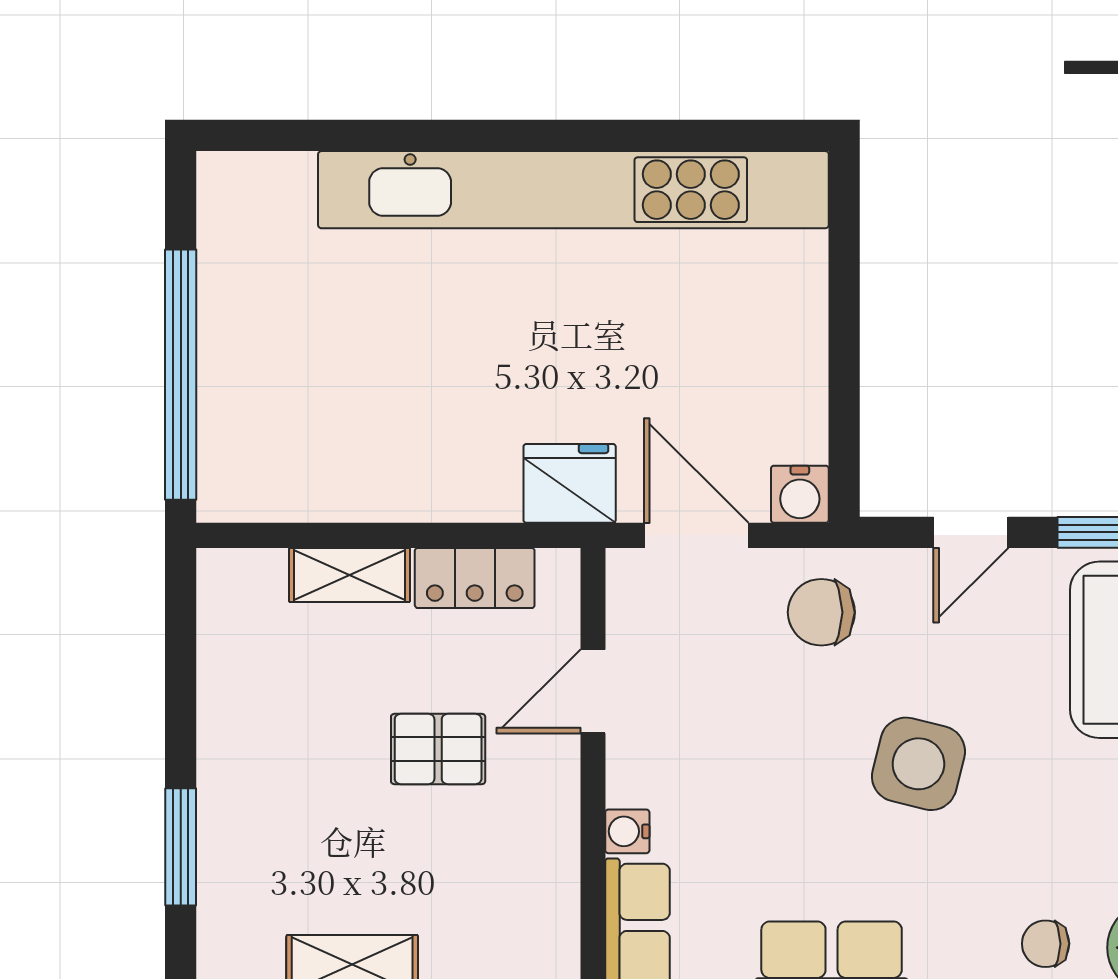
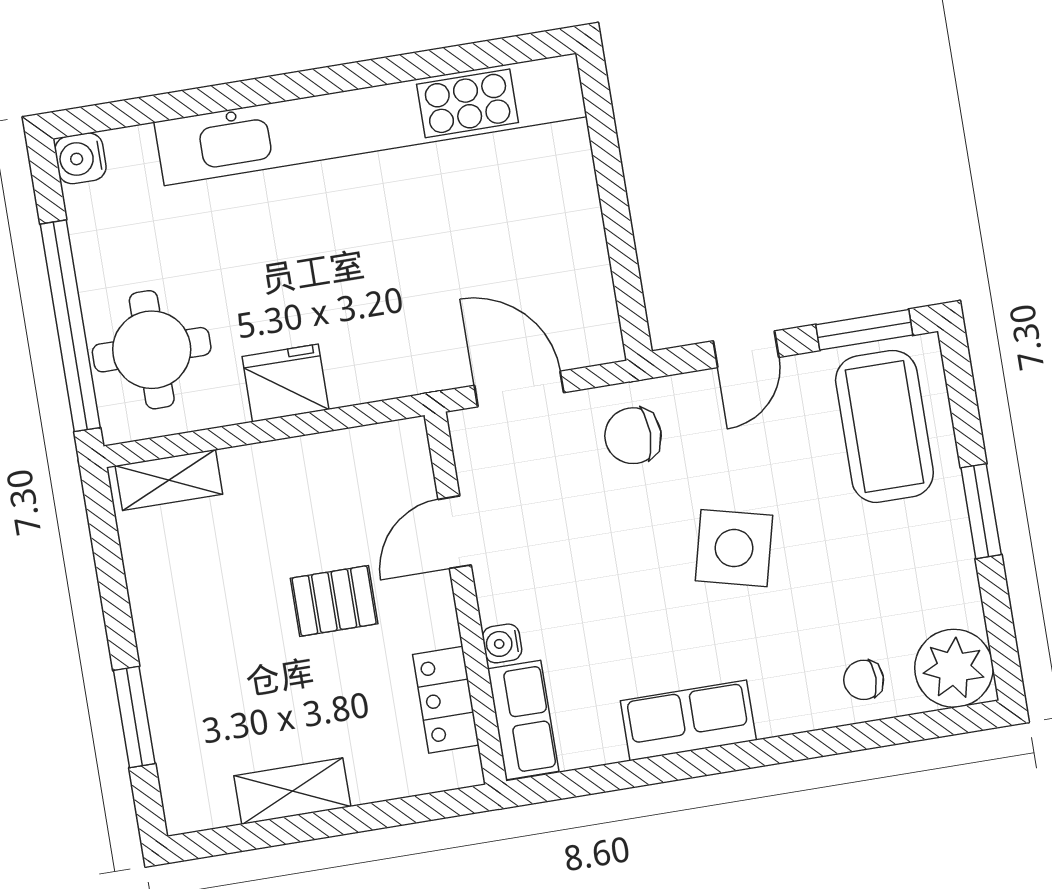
round table: (272, 418) -> (152, 350), added
fridge: (570, 483) -> (285, 383), moved
water cooler: (800, 494) -> (80, 158), moved, turned 90
shelving: (350, 575) -> (169, 480), moved
locker: (475, 578) -> (446, 700), moved, turned 90

